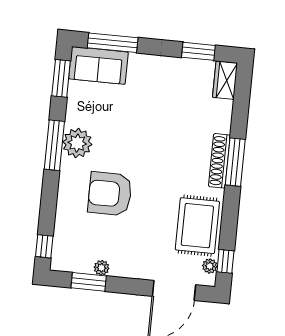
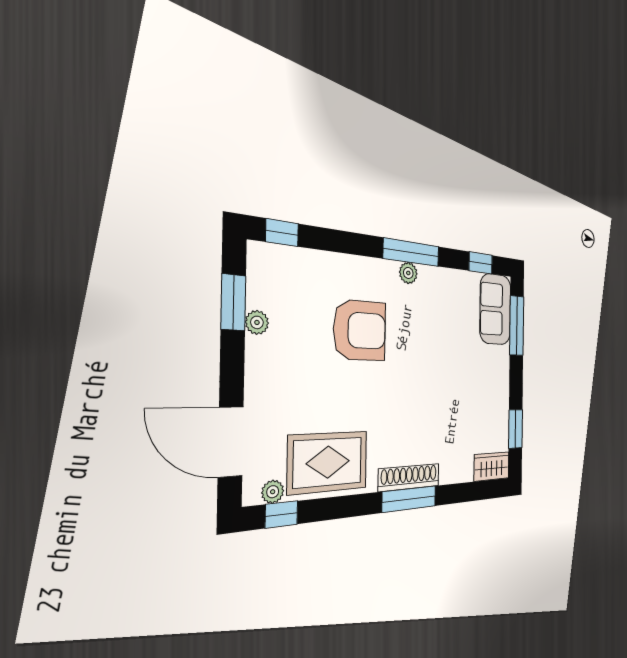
window: (61, 78) -> (481, 263), width x0.67
plant: (77, 143) -> (408, 273), width x0.53, depth x0.53
armchair: (110, 194) -> (360, 330), turned 90

